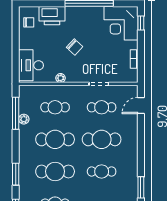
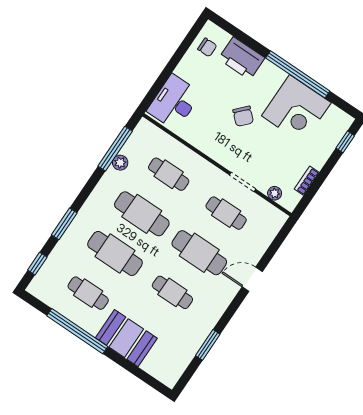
corner desk: (121, 23) -> (296, 109), moved, turned -90
plant: (61, 78) -> (275, 193), moved
door: (141, 105) -> (252, 279), moved

